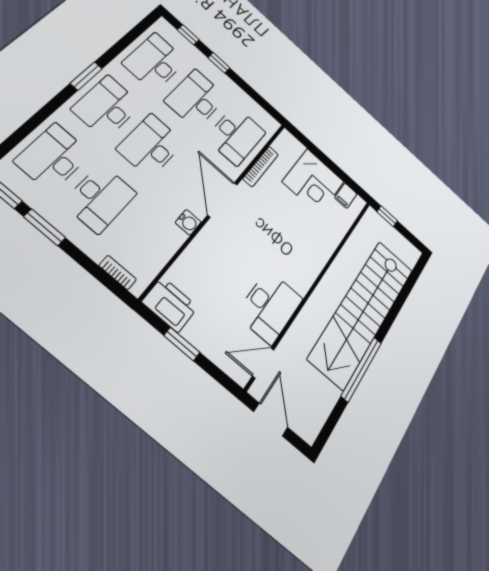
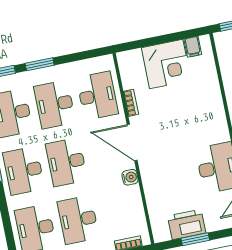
window: (219, 63) -> (40, 64), width x1.50
bookcase: (261, 166) -> (131, 103), width x0.64
desk: (100, 198) -> (78, 220), turned 180
printer: (170, 304) -> (187, 224), moved

